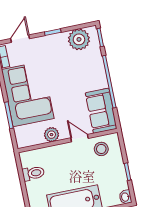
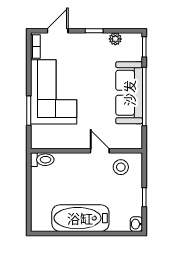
plant: (79, 39) -> (115, 39), width x0.53, depth x0.53
sofa: (101, 111) -> (129, 93), moved, width x1.36
plant: (51, 135) -> (70, 141), removed
toilet: (33, 173) -> (42, 160), moved

